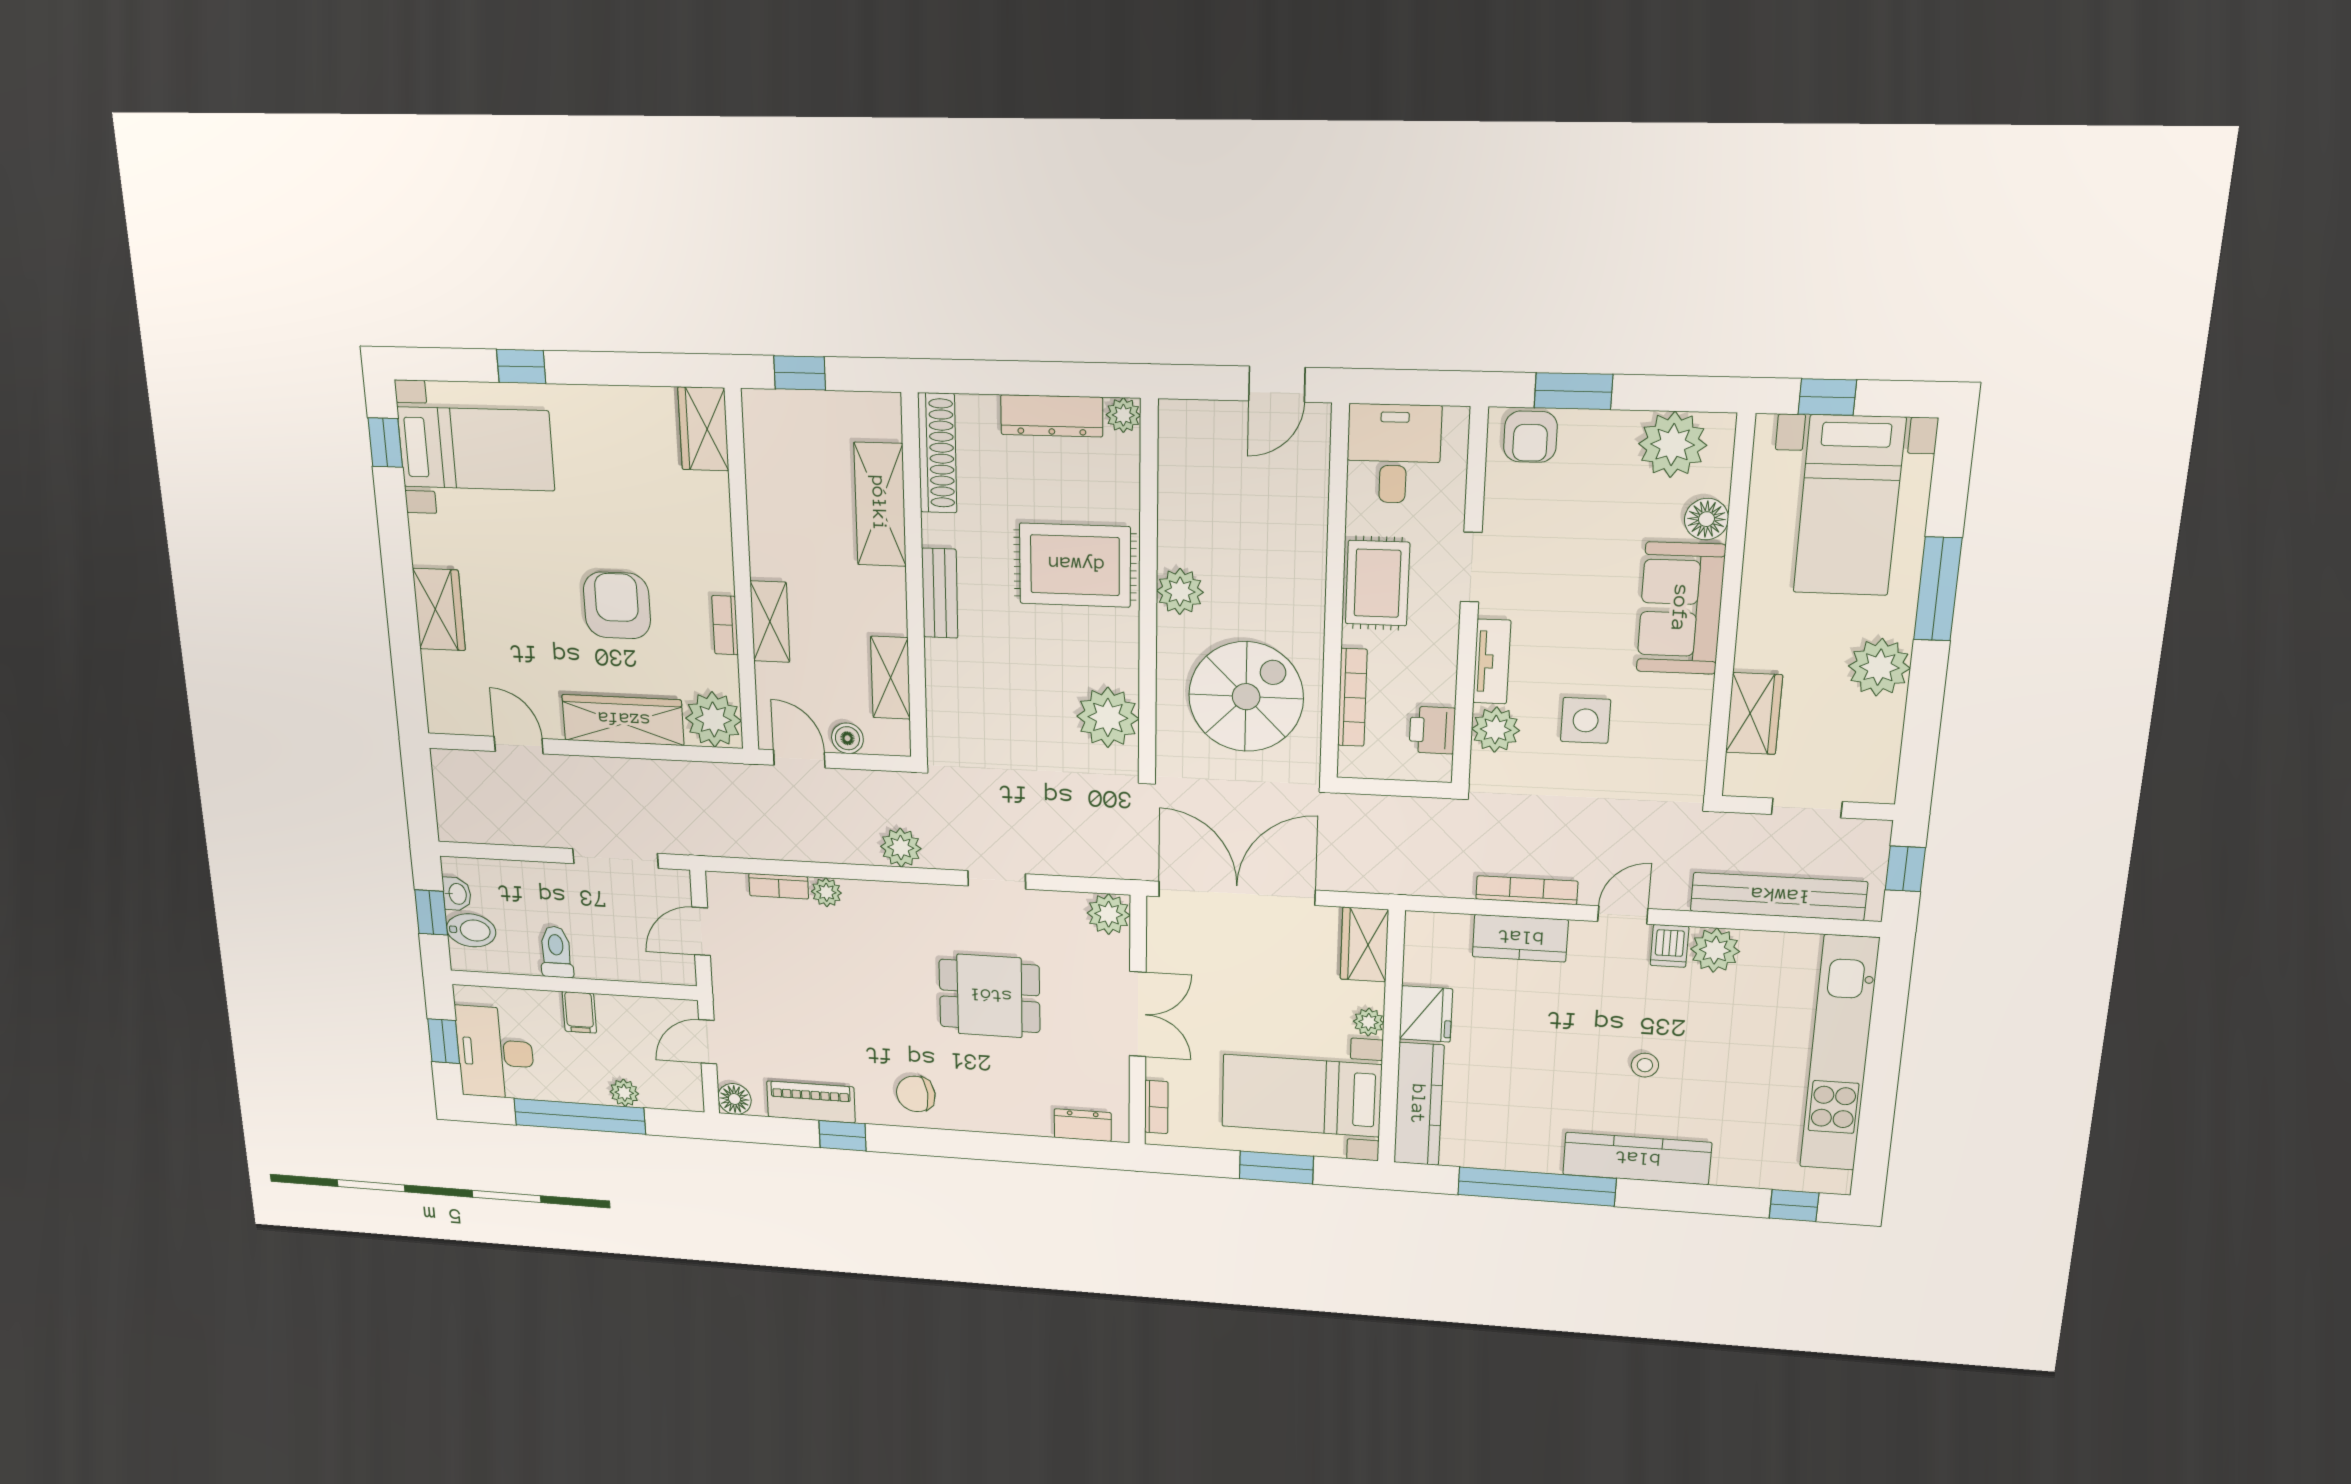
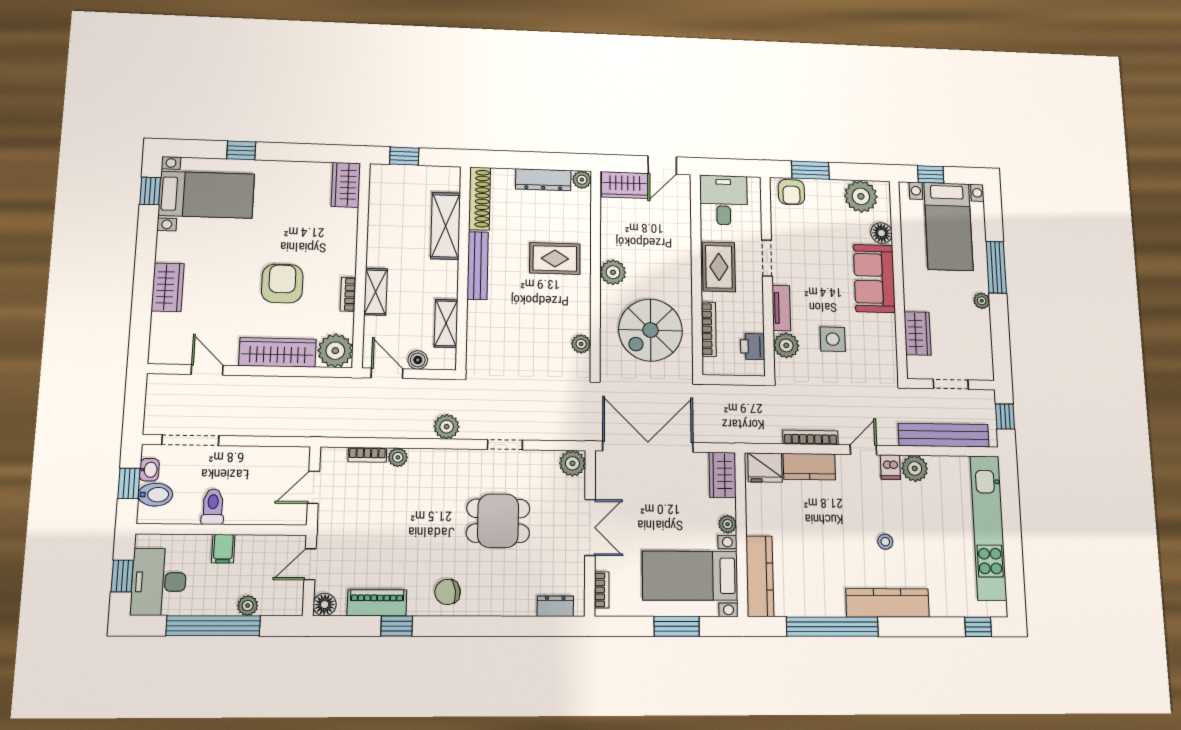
wardrobe: (1204, 425) -> (625, 185), added
rug: (1075, 565) -> (555, 258), width x0.73, depth x0.70
bench: (940, 593) -> (478, 266), width x1.36
plant: (1879, 667) -> (982, 301), width x0.53, depth x0.53
spiral stairs: (1246, 697) -> (650, 330), turned 180
plant: (1108, 717) -> (581, 344), width x0.53, depth x0.53
doorway: (615, 859) -> (190, 440), moved
fridge: (1426, 1014) -> (765, 468), moved, turned 90

